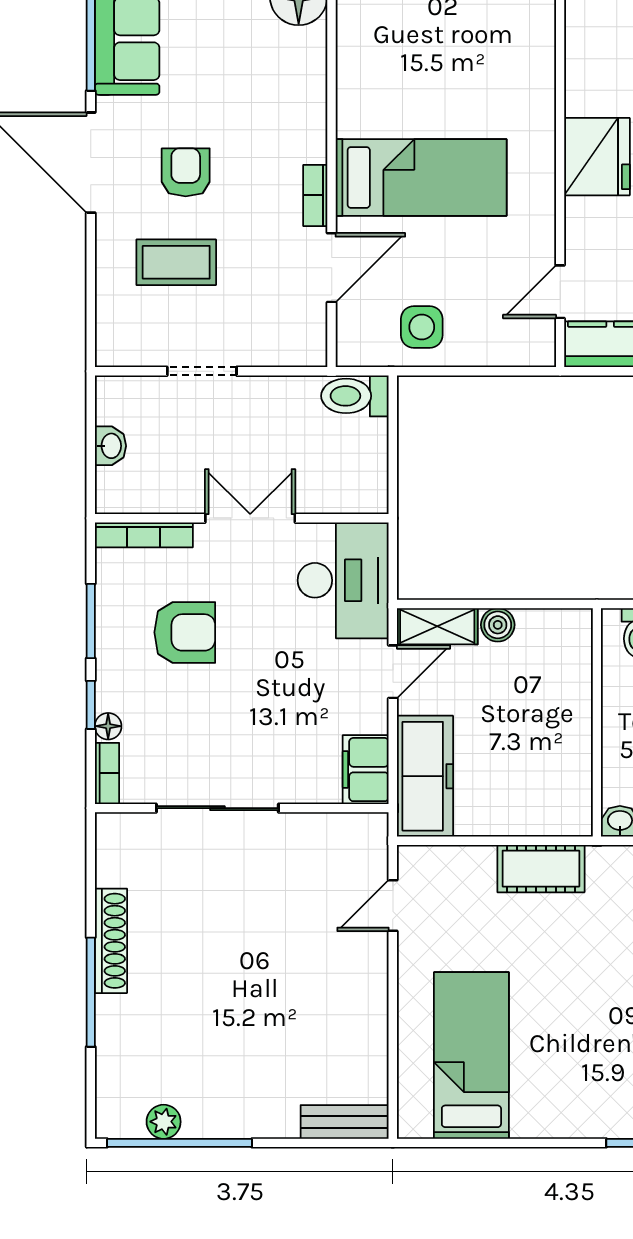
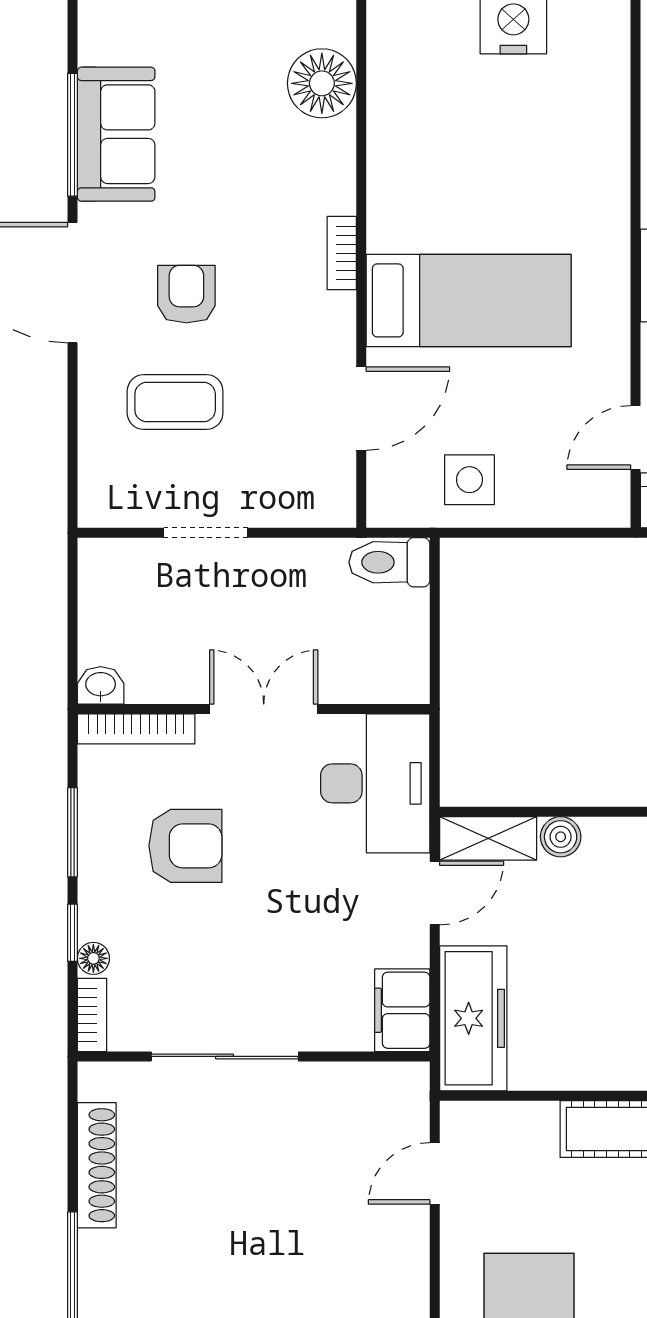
bookcase: (315, 195) -> (342, 253), moved
washbasin: (110, 446) -> (101, 685), moved, turned -90
shoe rack: (111, 941) -> (97, 1165), moved

